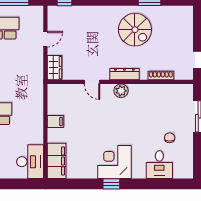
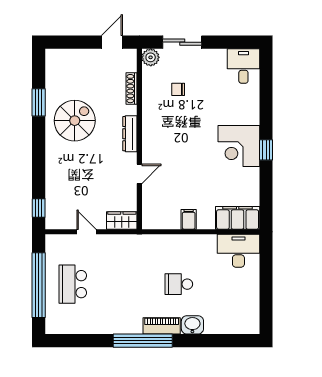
plant: (121, 91) -> (151, 57), moved
chair: (170, 138) -> (178, 89), moved
desk: (159, 165) -> (243, 66), moved, turned -90

